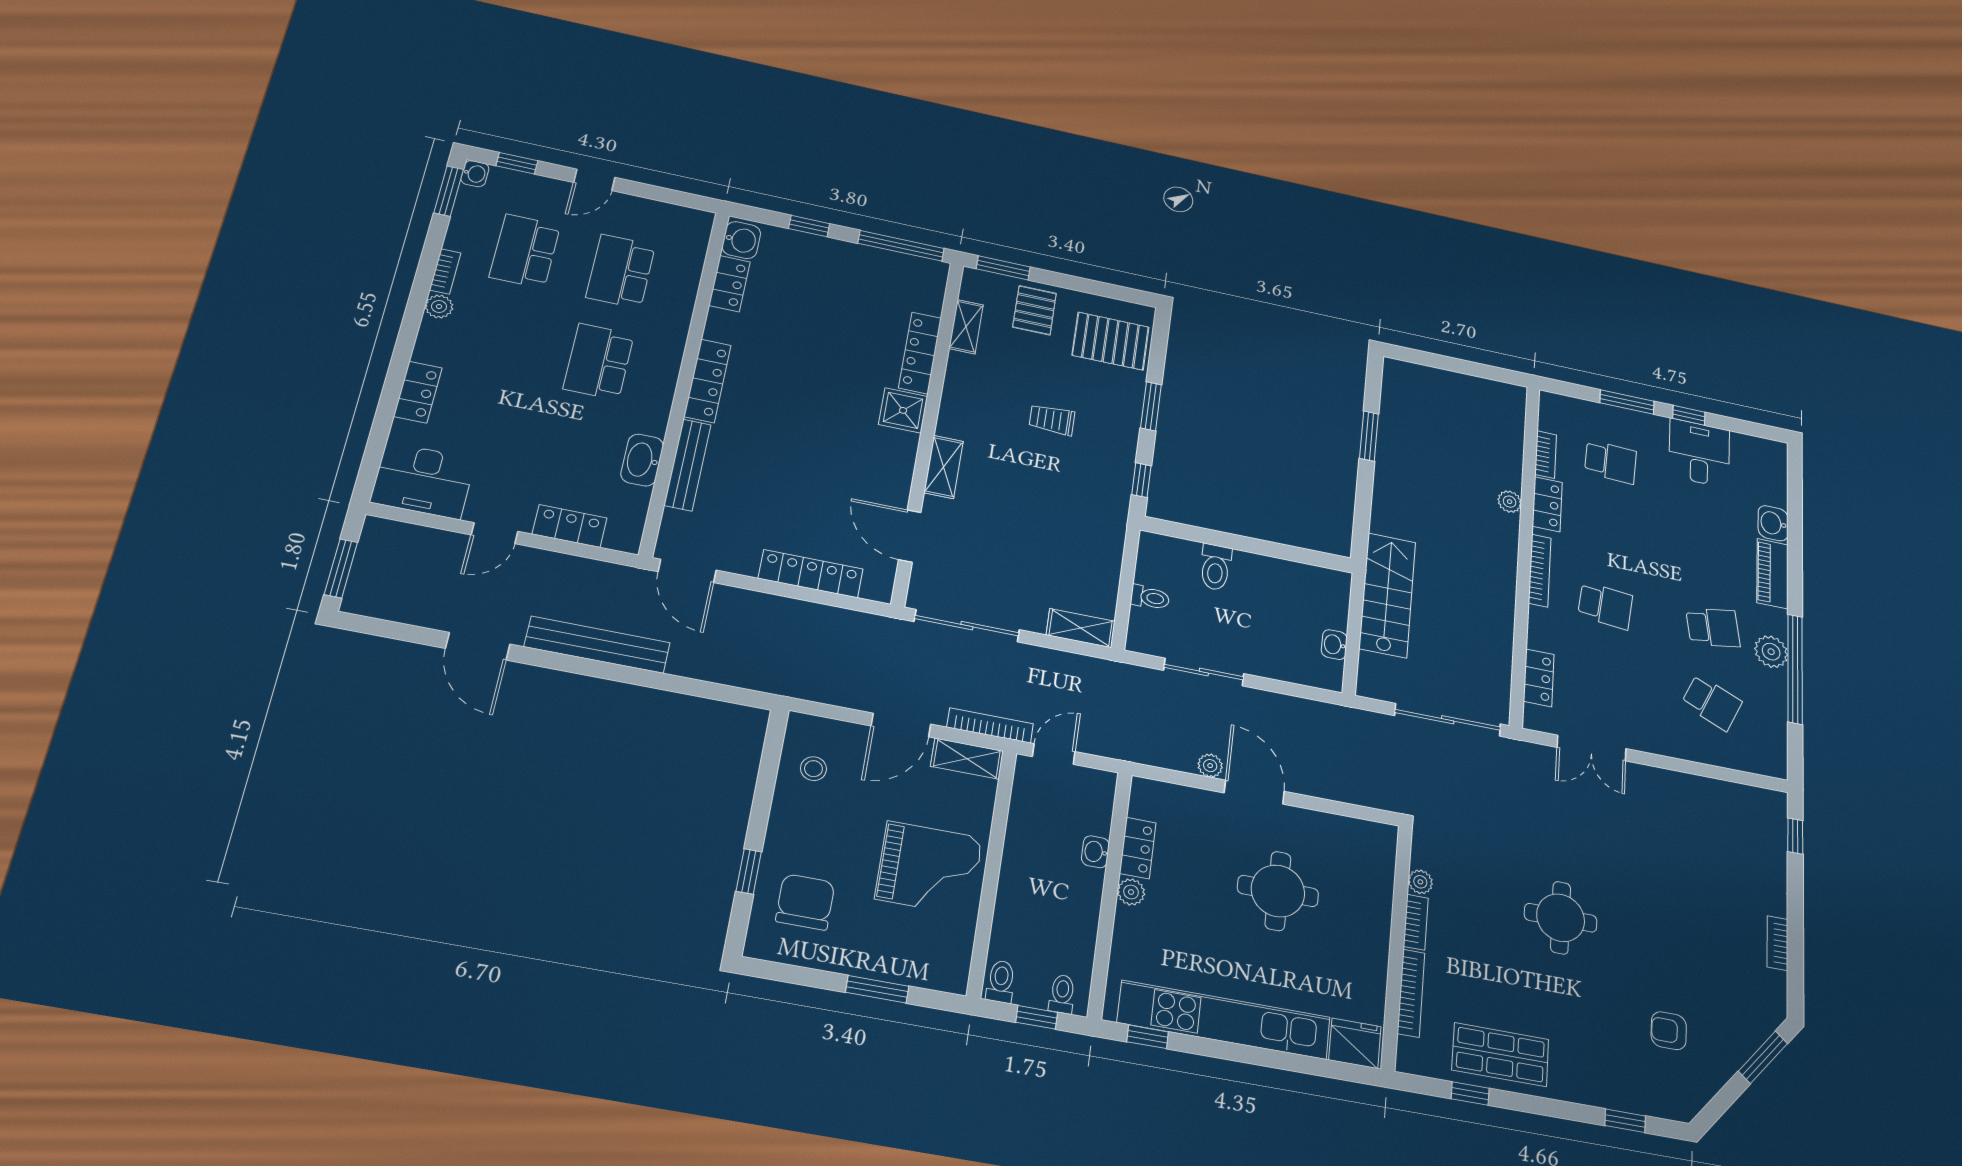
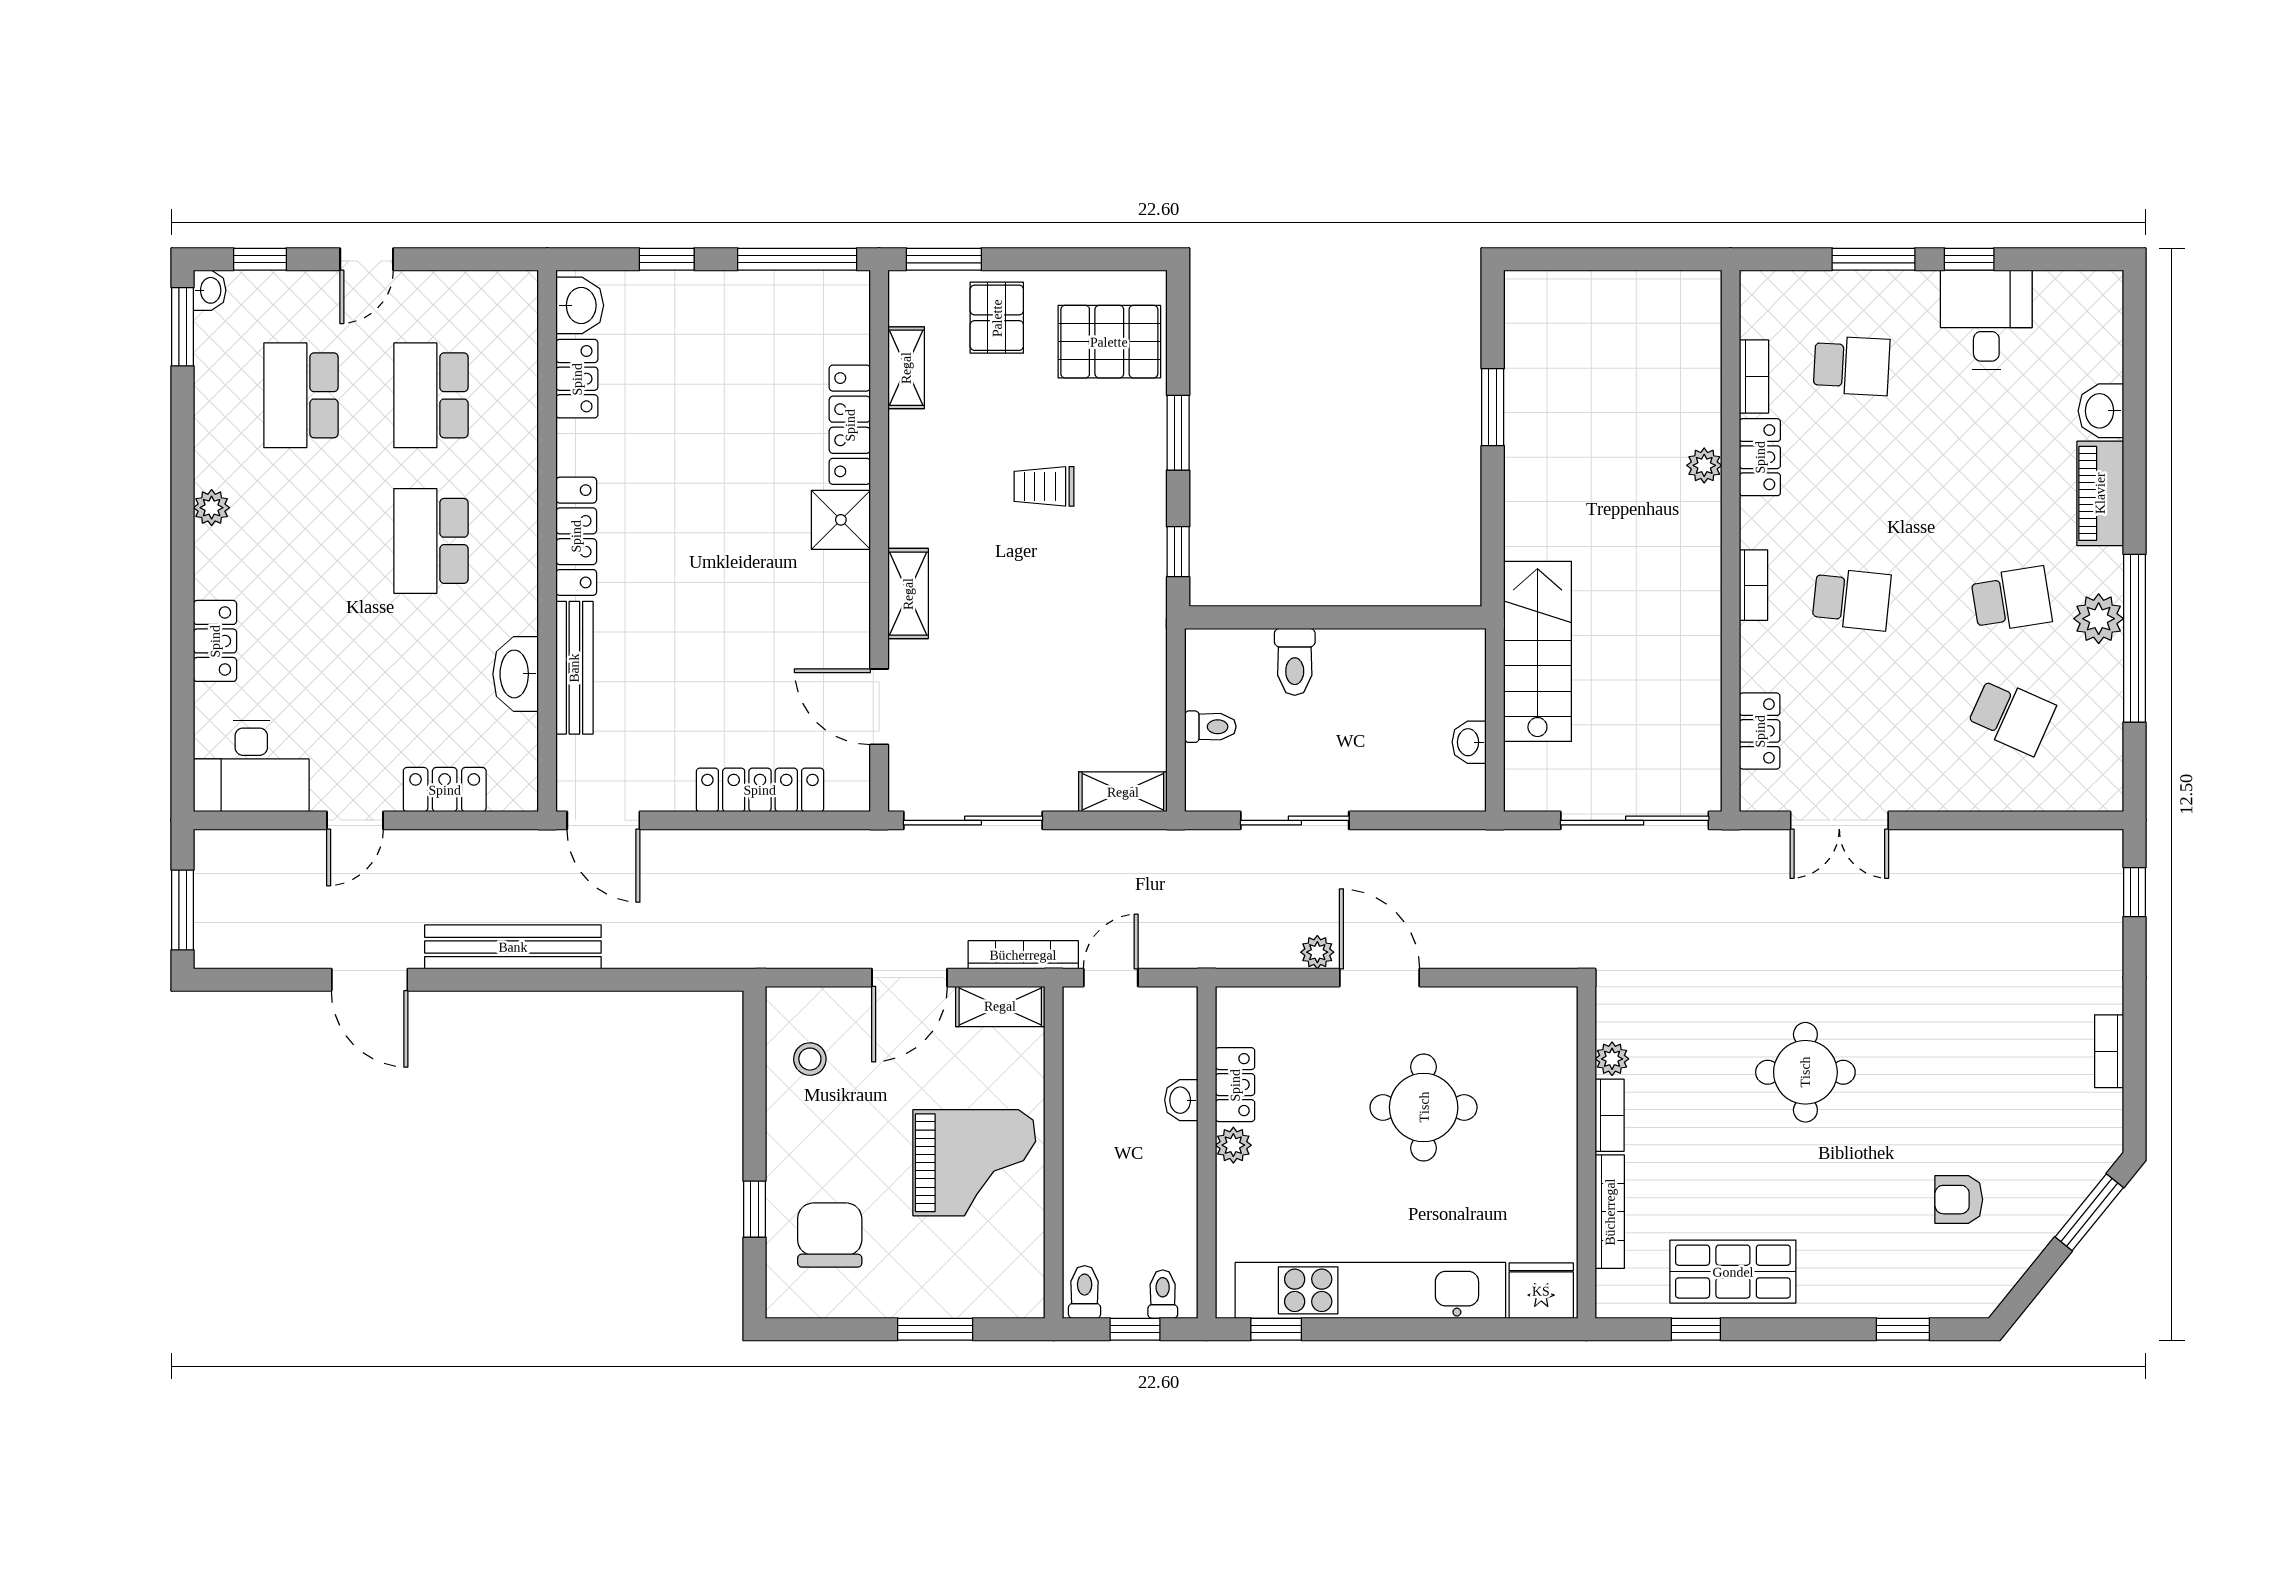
bookcase: (445, 271) -> (207, 452), removed
bookcase: (1540, 571) -> (1753, 585), width x0.64

